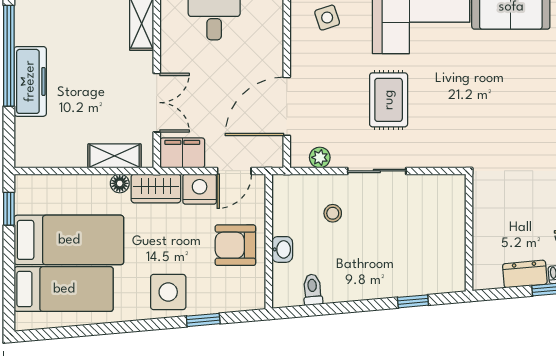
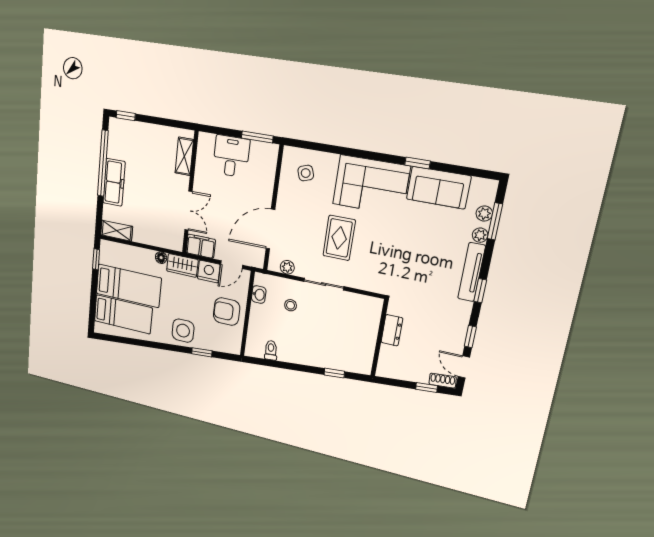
shelving: (115, 156) -> (117, 231), moved
washbasin: (282, 249) -> (259, 295), moved
dresser: (525, 274) -> (392, 330), moved, turned 95

